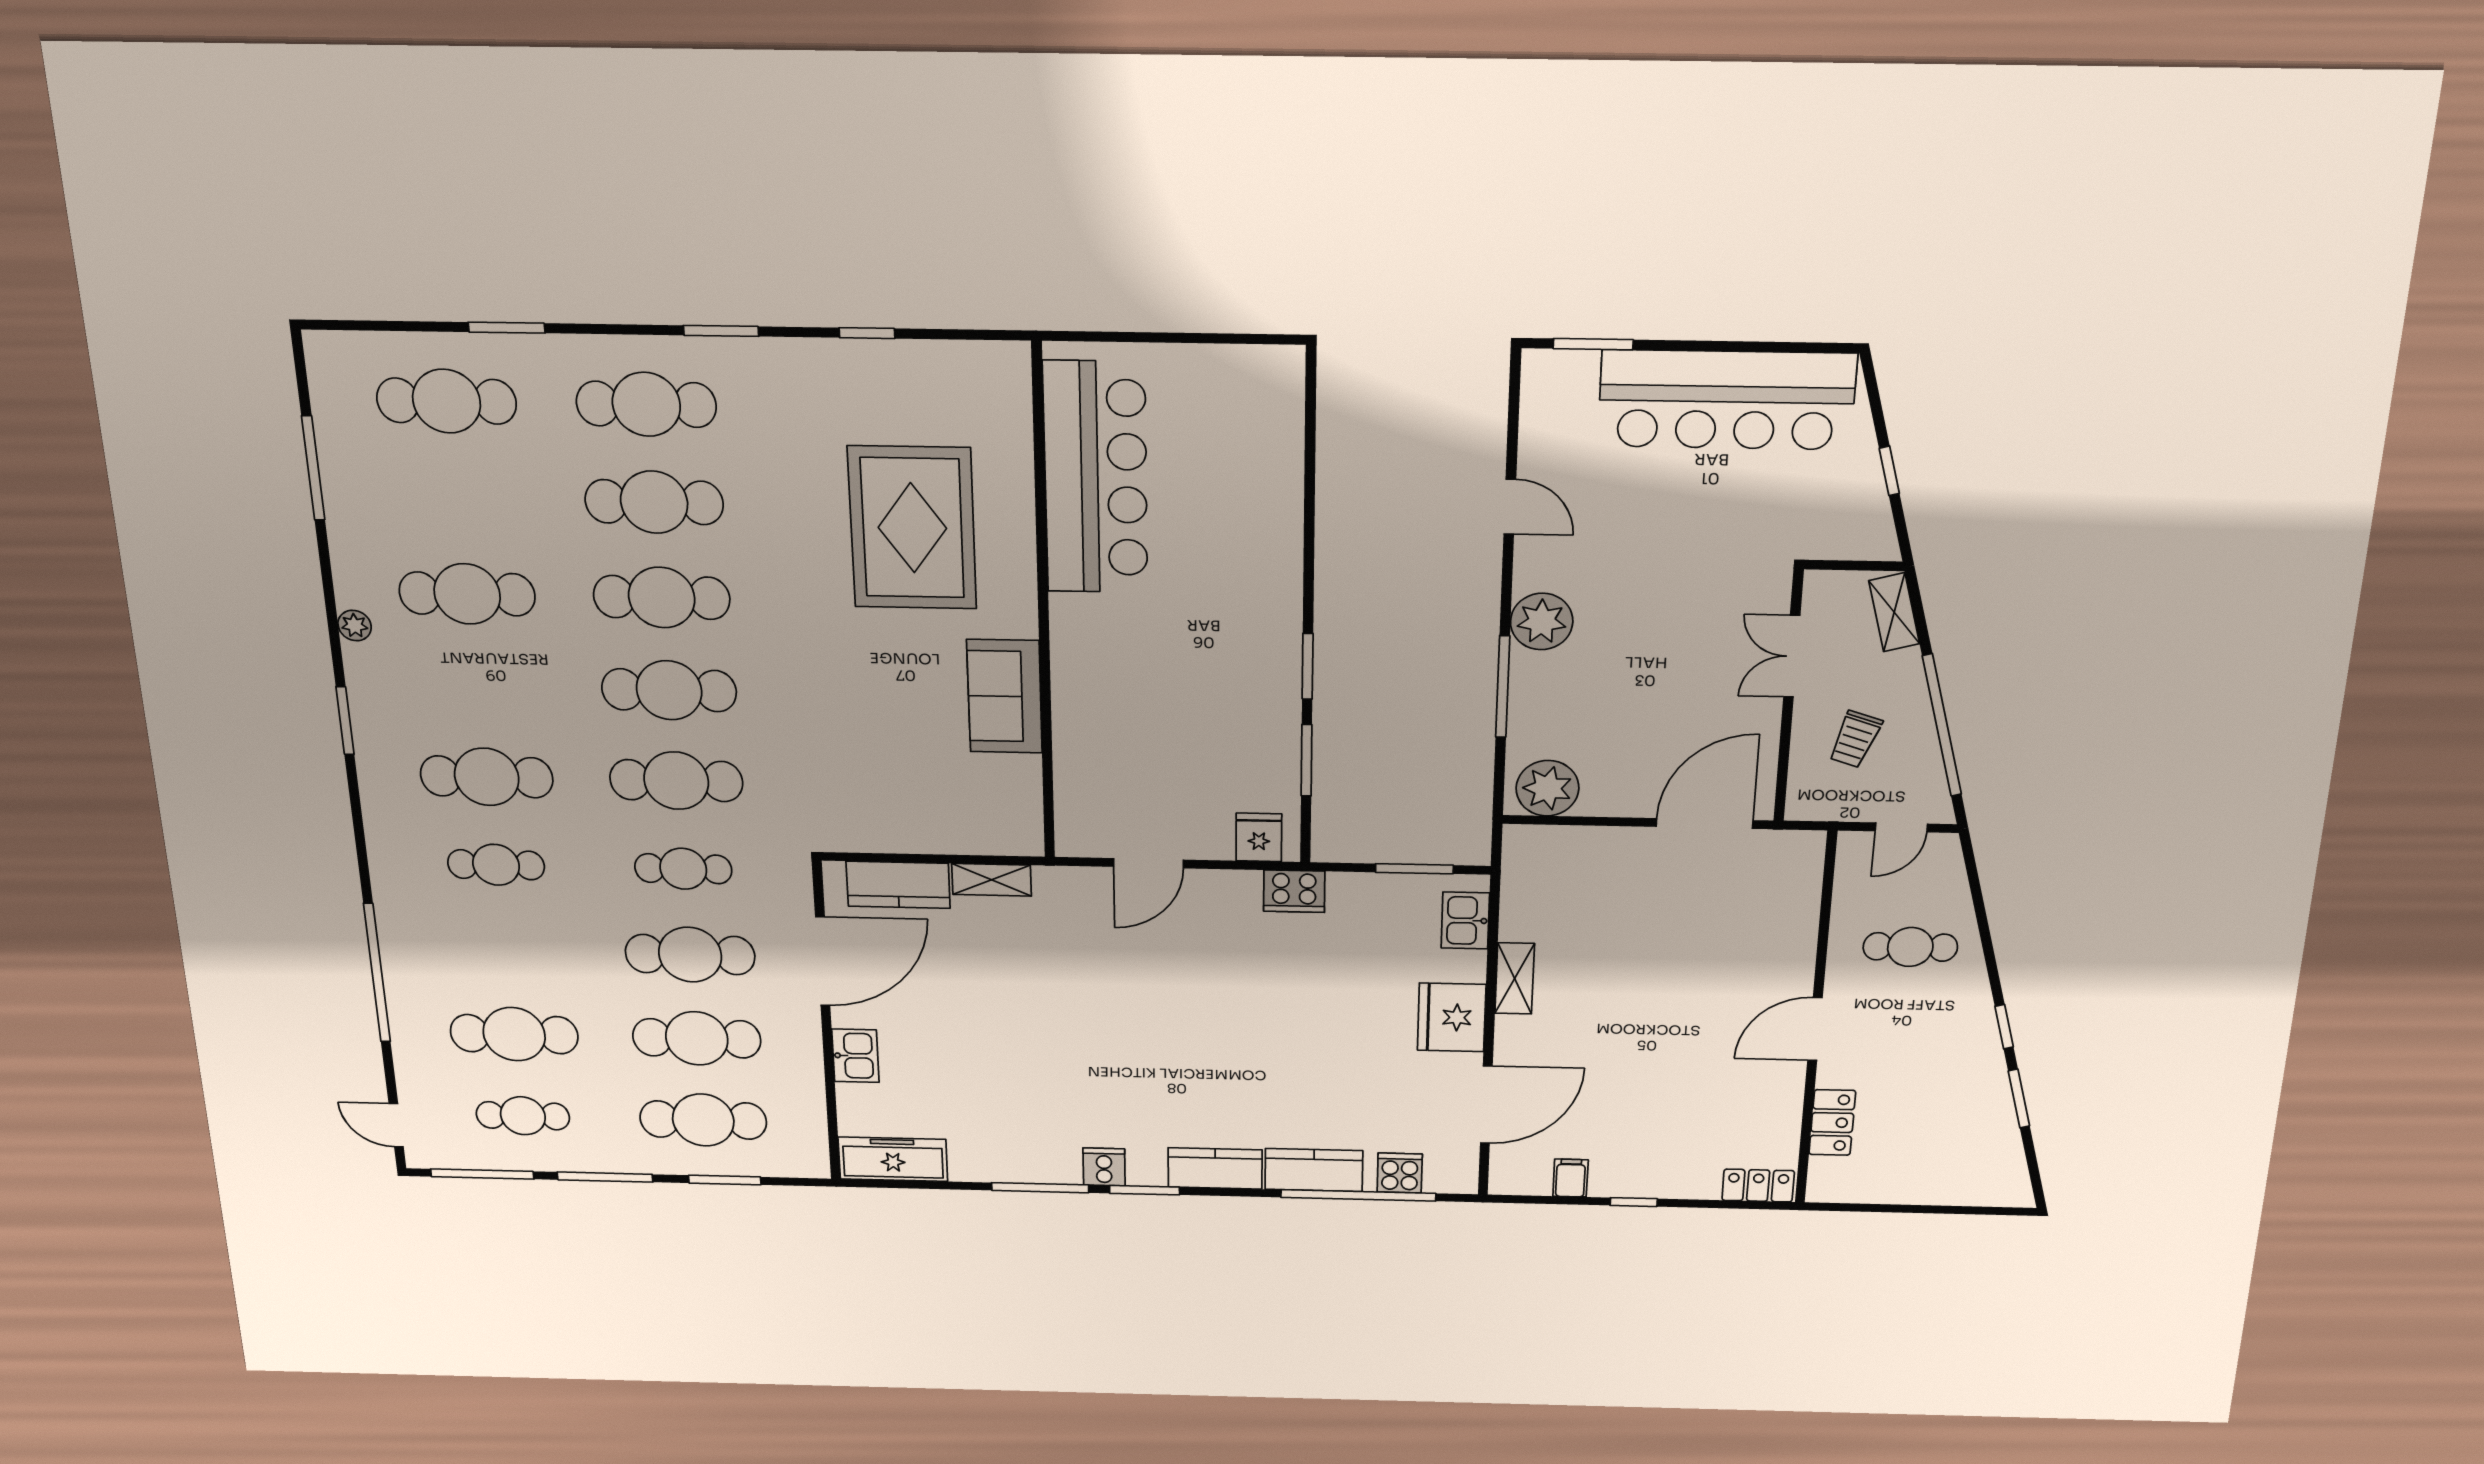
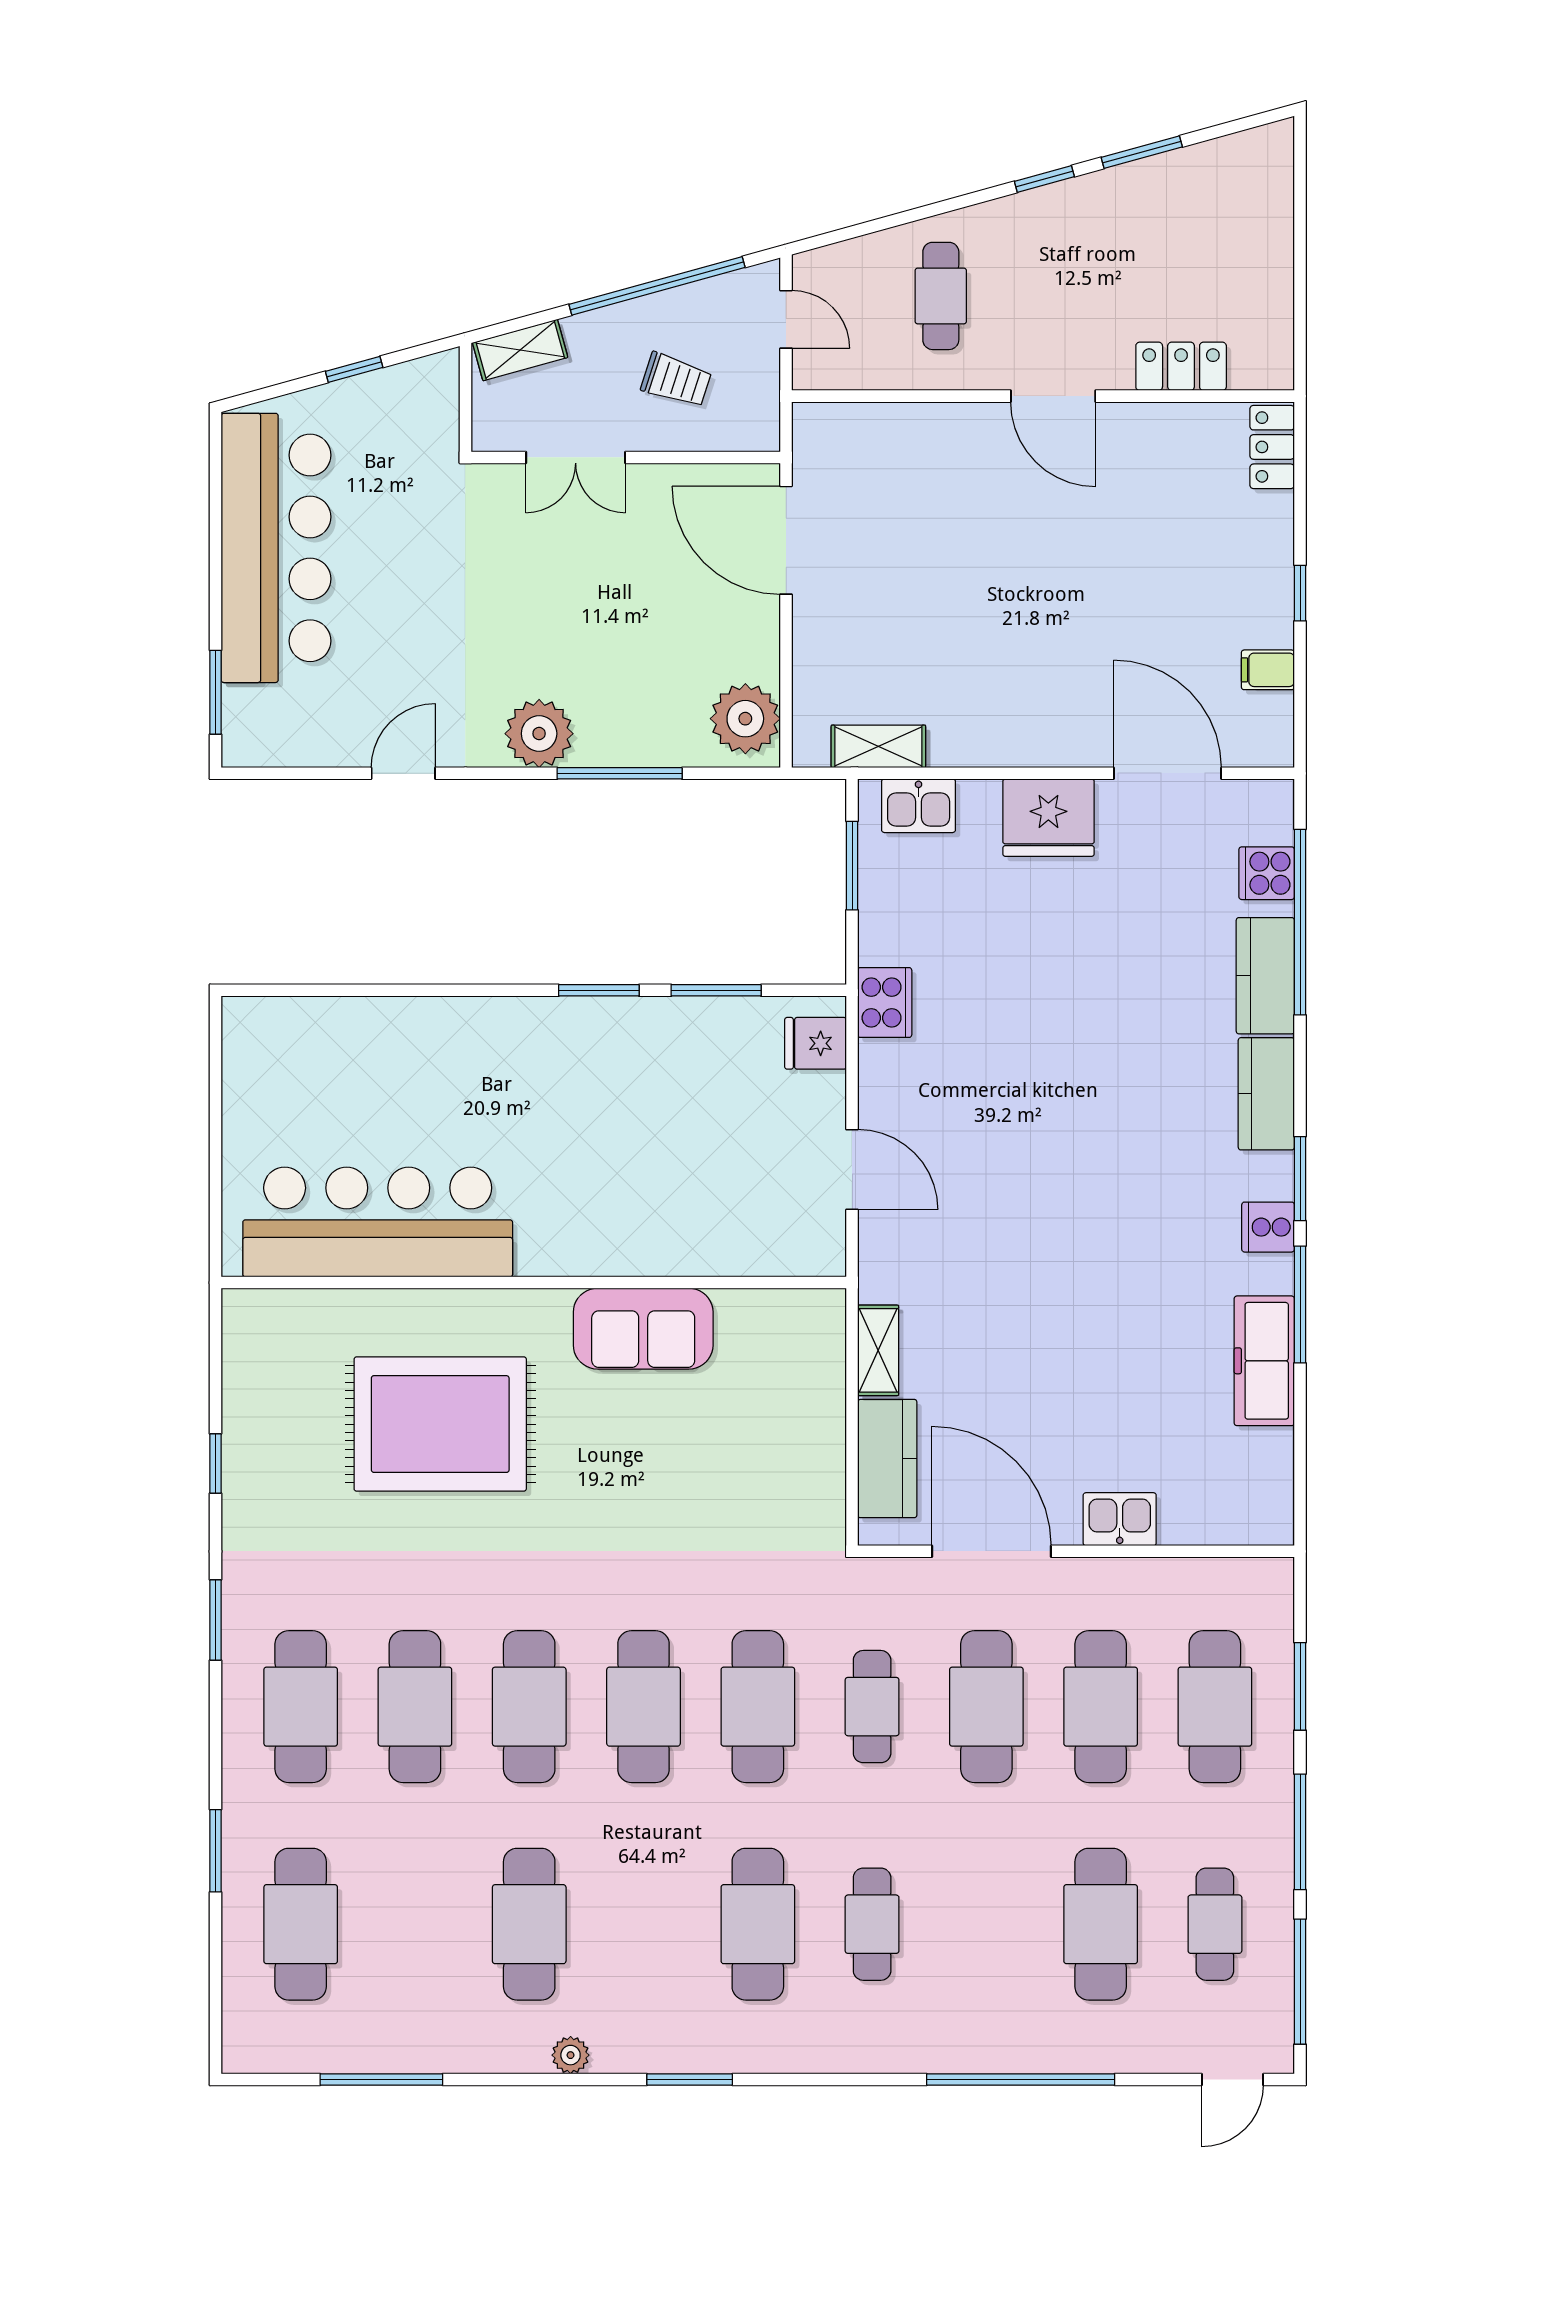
shelving: (1515, 978) -> (878, 746), moved
freezer: (893, 1159) -> (1264, 1361), moved

